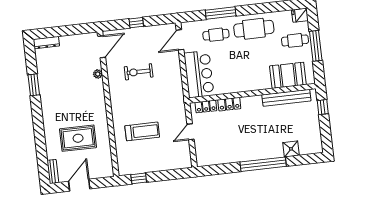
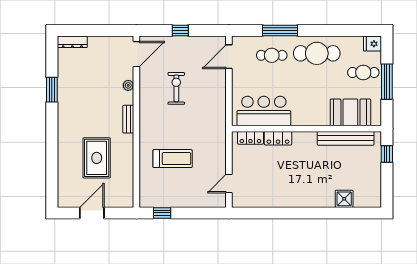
exercise bike: (139, 72) -> (176, 88), turned 90
bar counter: (199, 74) -> (264, 111), moved, turned -90
door: (190, 132) -> (229, 184), moved
rug: (78, 138) -> (97, 158), turned 90
window: (263, 164) -> (310, 213), removed
bench: (53, 172) -> (128, 119), moved

